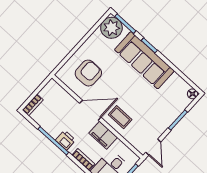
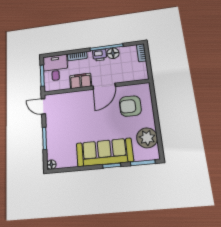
plant: (111, 28) -> (147, 138), moved
armchair: (88, 73) -> (130, 106), turned 90
coffee table: (120, 117) -> (82, 102), removed
floor lamp: (54, 130) -> (113, 53), added

